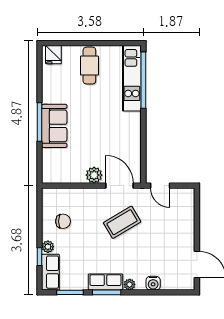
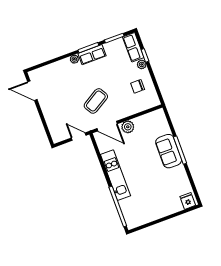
cafe table: (89, 66) -> (160, 203), removed
kitchen unit: (132, 78) -> (115, 175), moved
water cooler: (153, 283) -> (58, 66), removed

